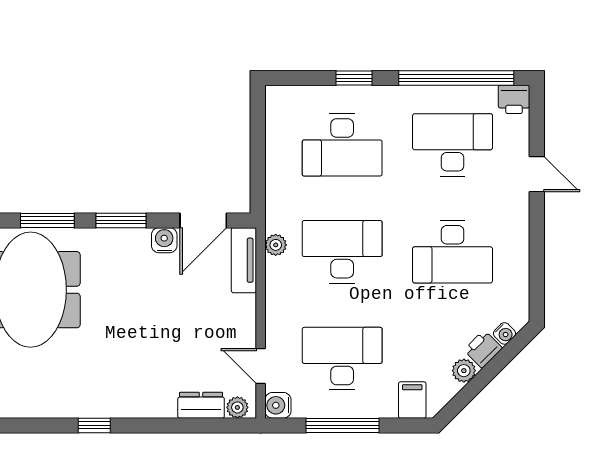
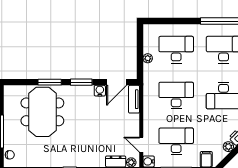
window: (354, 78) -> (181, 21), removed
desk: (342, 145) -> (176, 50), turned 180
plant: (276, 245) -> (148, 58), moved

